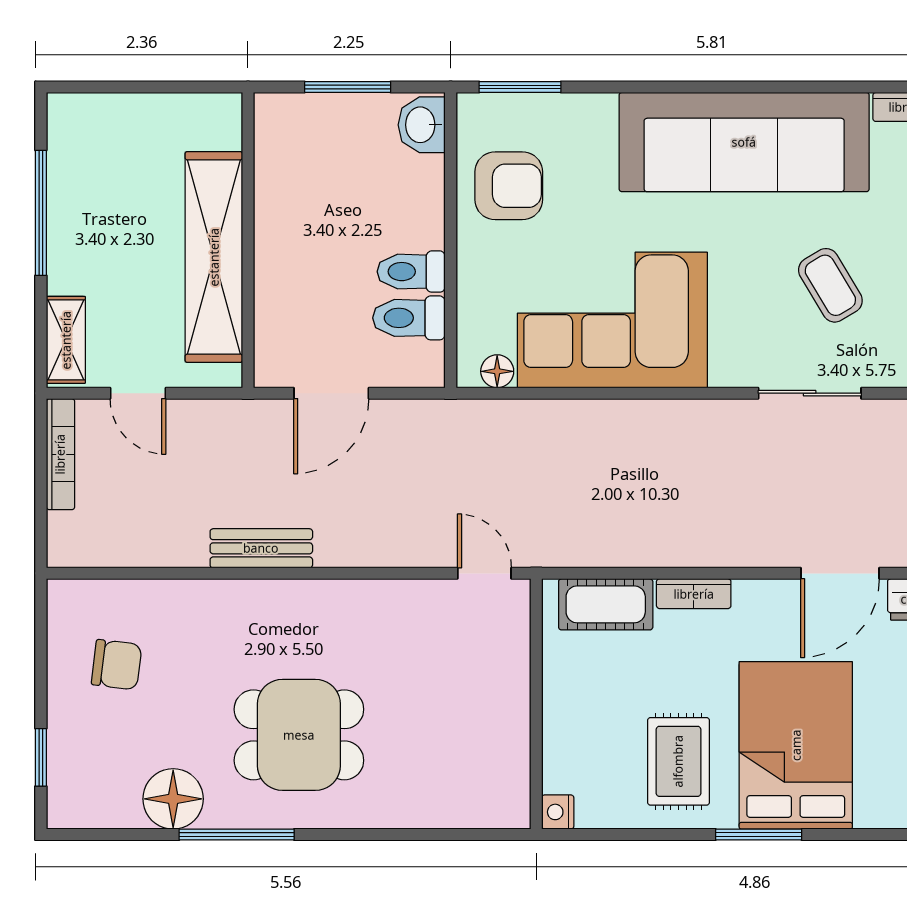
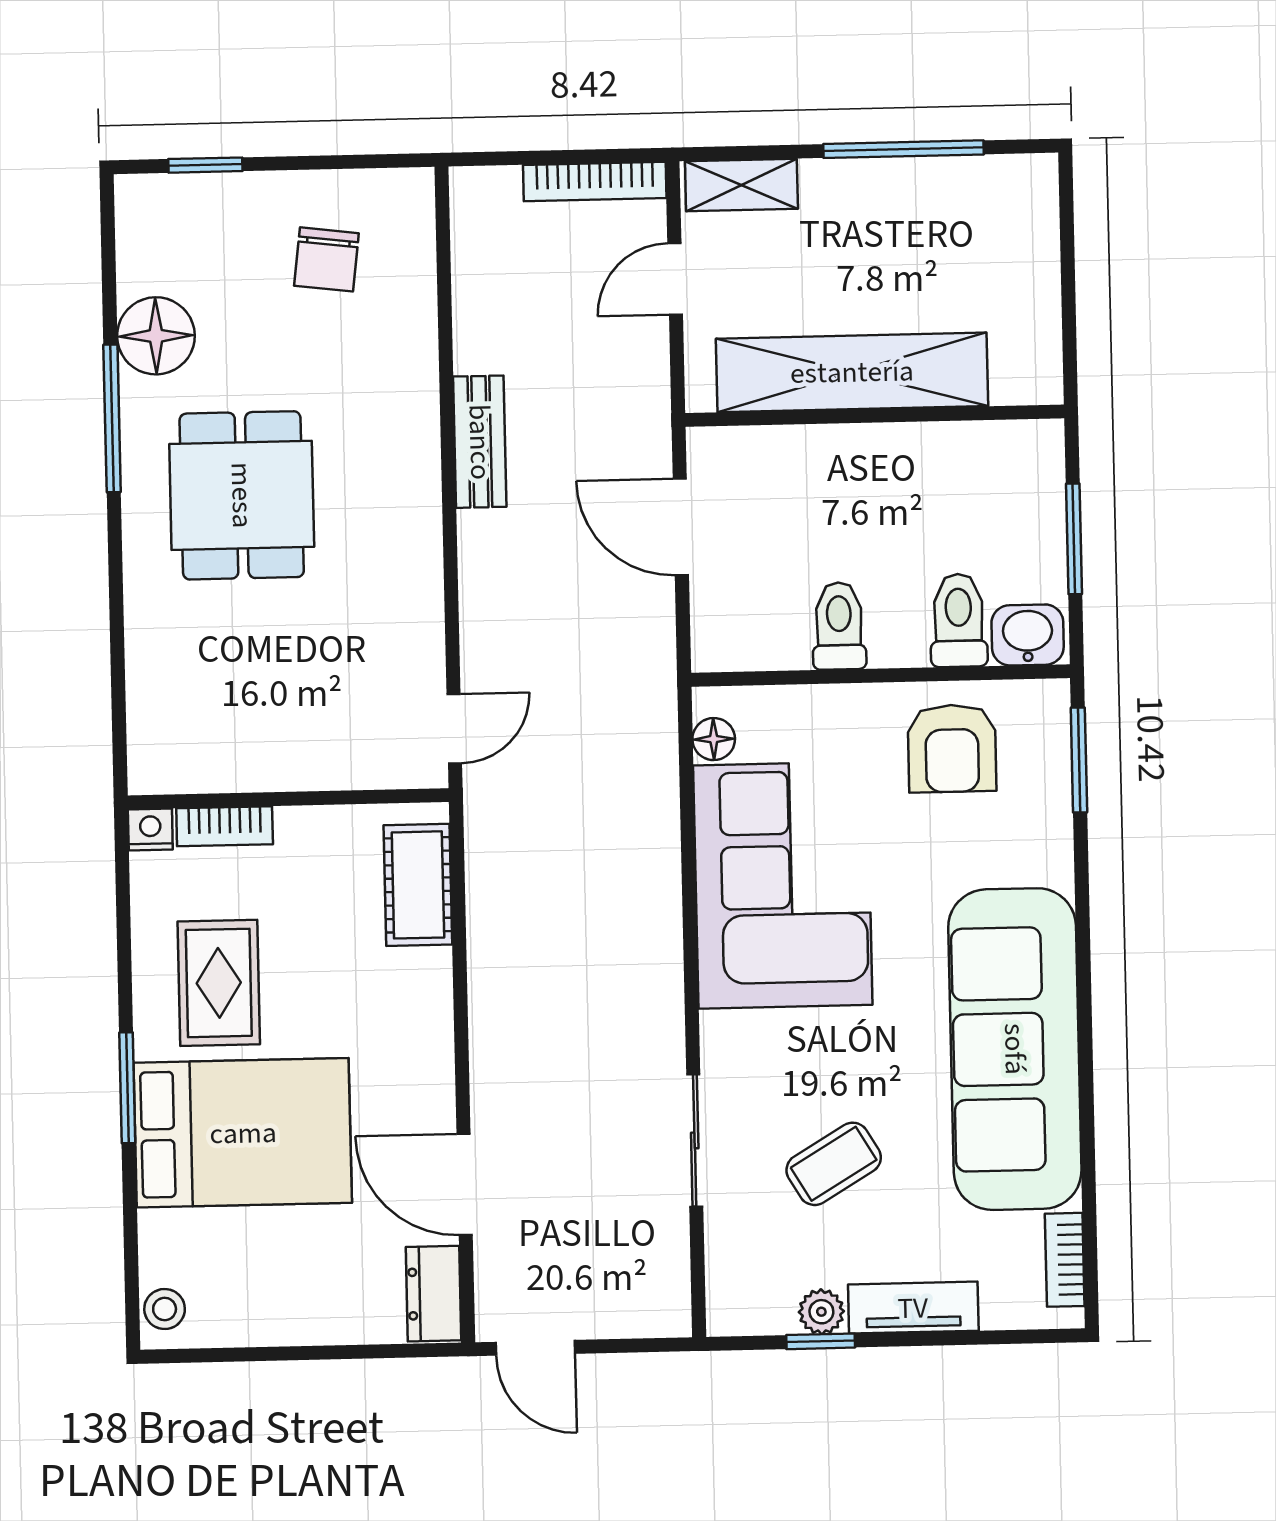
toilet: (409, 318) -> (959, 620), moved
bookcase: (694, 594) -> (225, 826), moved, turned -90
rug: (678, 761) -> (219, 983), turned 90

